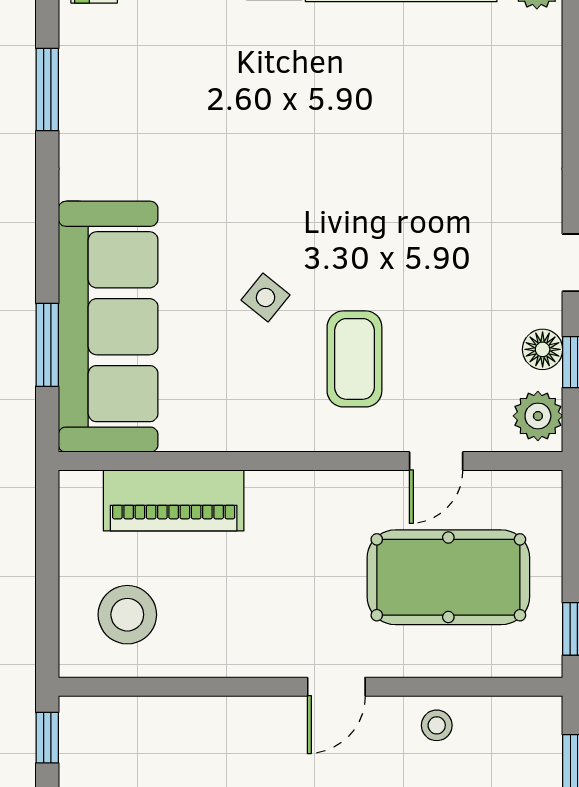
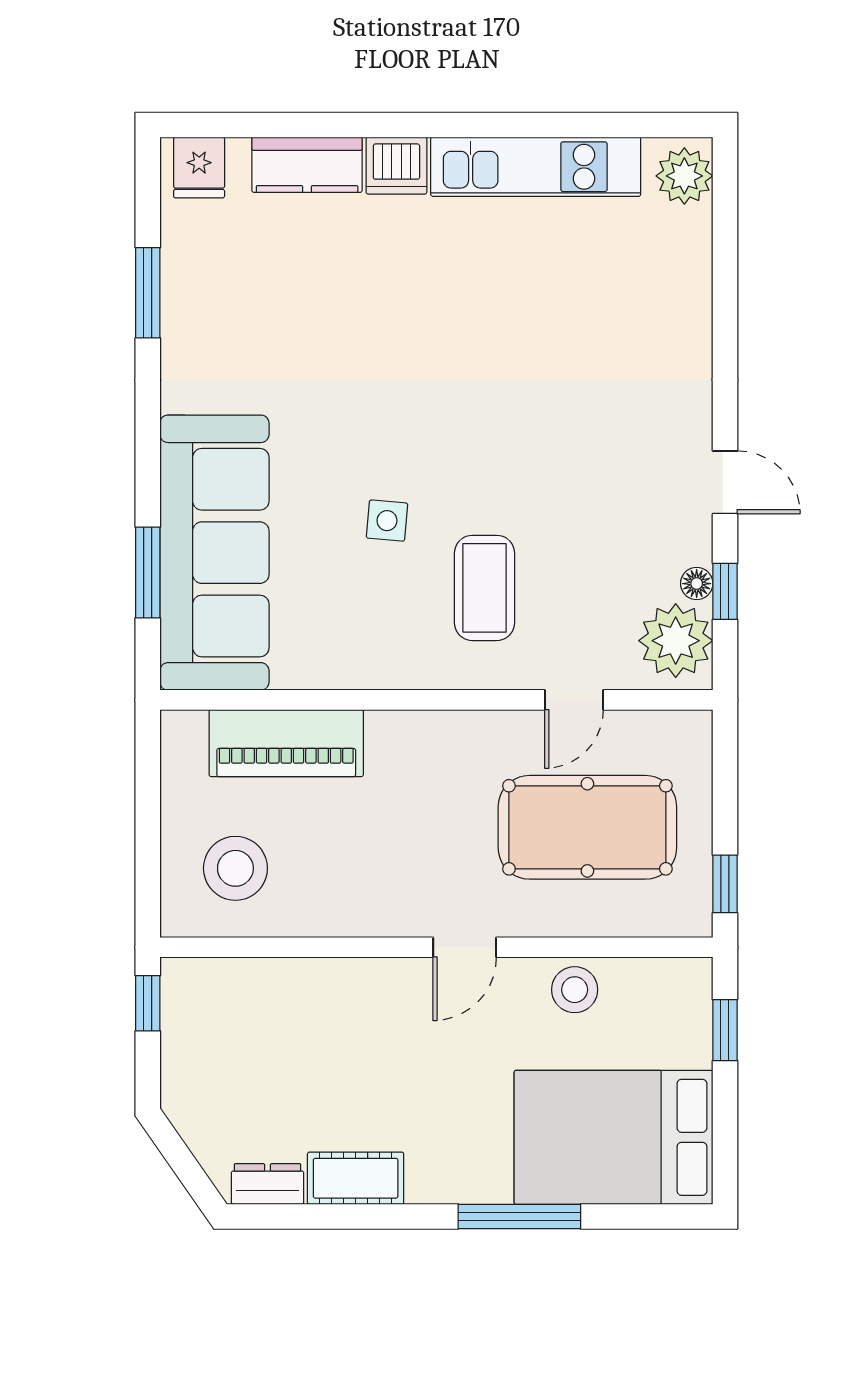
side table: (266, 297) -> (387, 521), turned -34
floor lamp: (543, 349) -> (697, 584), width x0.73, depth x0.73
plant: (538, 416) -> (676, 641), width x1.36, depth x1.36
stool: (437, 725) -> (575, 990), width x1.37, depth x1.37

